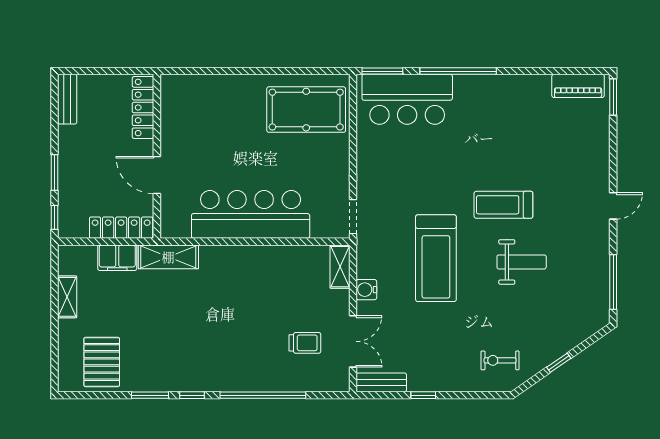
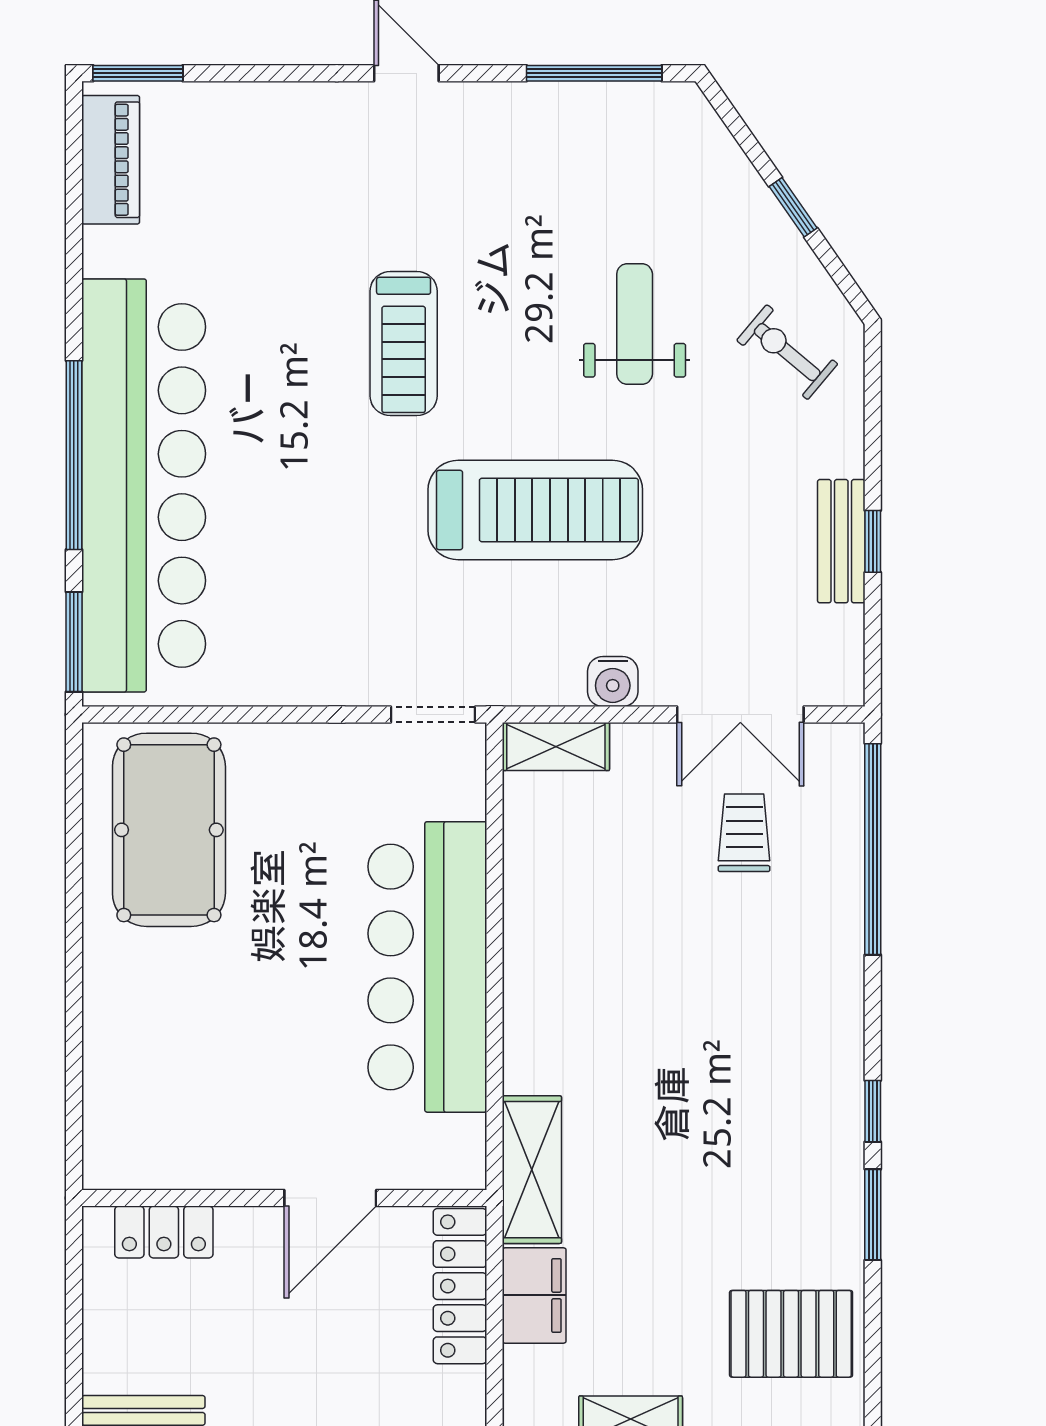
bar counter: (407, 99) -> (144, 485), width x1.86
locker: (143, 108) -> (164, 1232), width x0.66
weight bench: (522, 262) -> (635, 324), moved
double door: (353, 341) -> (740, 714), swing flipped
exercise bike: (500, 360) -> (787, 352), turned 130
bench: (381, 382) -> (841, 541), moved
window: (263, 395) -> (873, 849), moved

